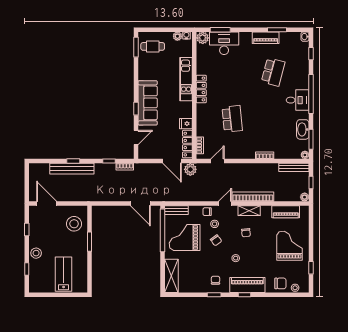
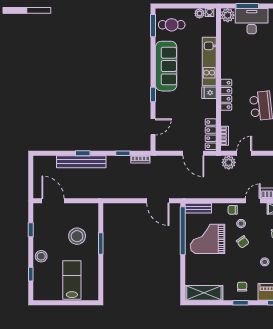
locker: (201, 89) -> (226, 95), moved
sofa: (148, 103) -> (166, 66), moved
fridge: (186, 124) -> (209, 93), moved
plant: (190, 169) -> (229, 162), moved
stool: (74, 224) -> (77, 236), moved
shelving: (171, 276) -> (204, 293), moved, turned 90

